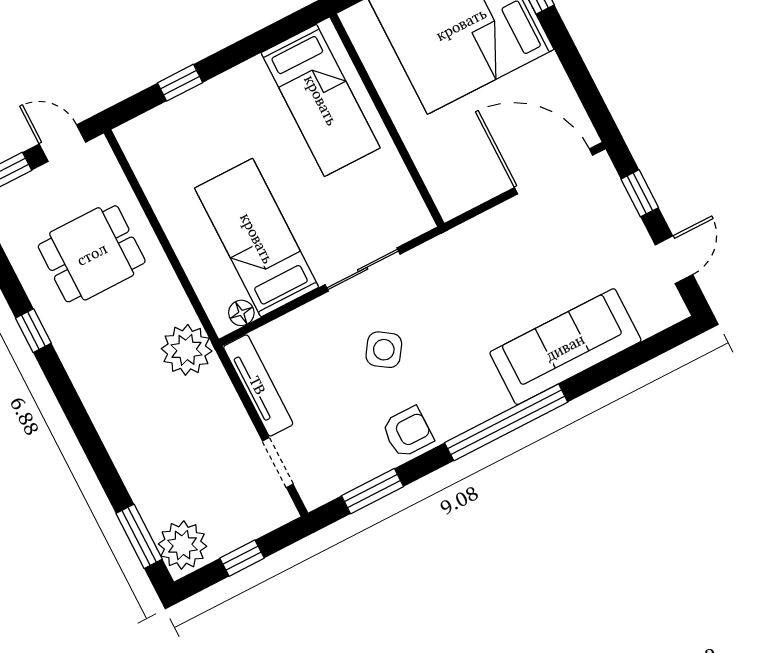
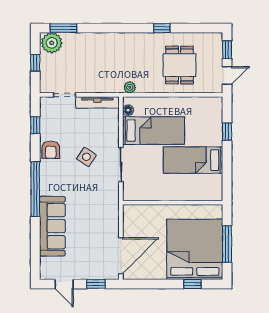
bed: (321, 100) -> (193, 160), moved
plant: (187, 350) -> (130, 87), width x0.53, depth x0.53
window: (373, 491) -> (35, 125), width x0.67

